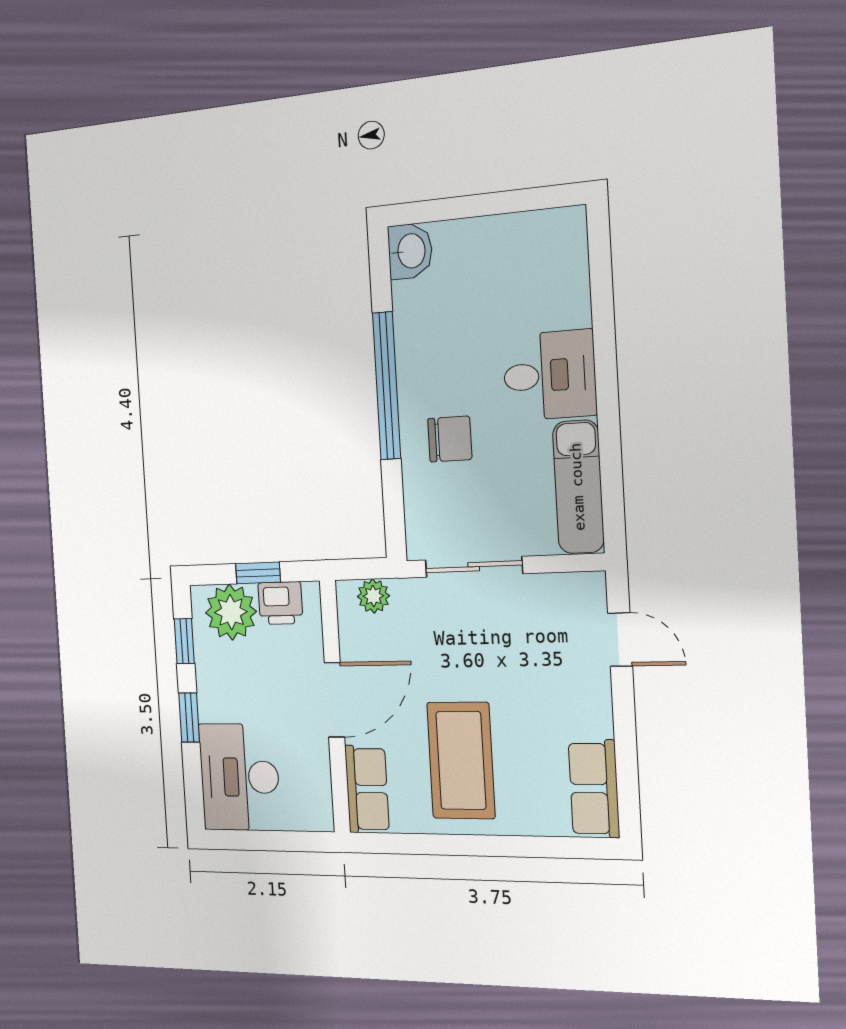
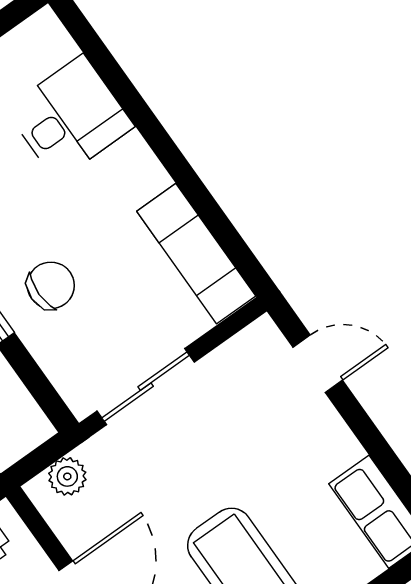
desk: (549, 375) -> (70, 118), moved

